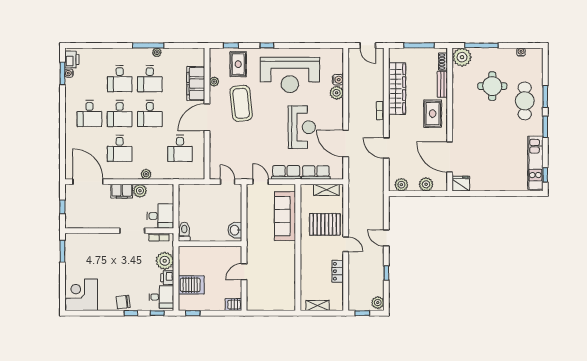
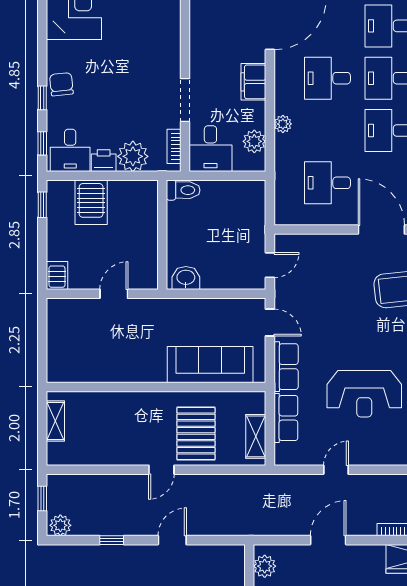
door: (346, 144) -> (336, 470), width x0.53
door: (261, 182) -> (270, 323), hinge flipped
plant: (140, 191) -> (254, 141), moved
locker: (338, 271) -> (115, 456), removed
door: (244, 272) -> (114, 294), hinge flipped

